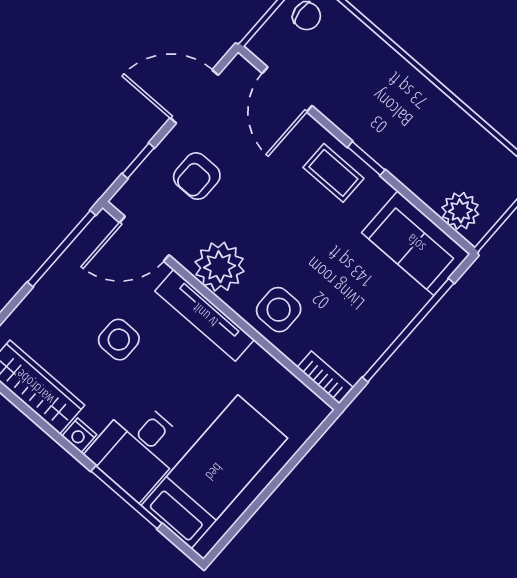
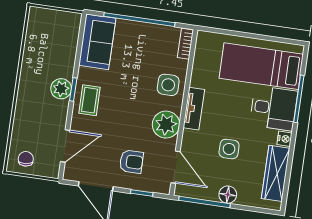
plant: (460, 211) -> (61, 89), moved
floor lamp: (50, 292) -> (228, 195), added
tv unit: (205, 315) -> (194, 109), width x0.71

